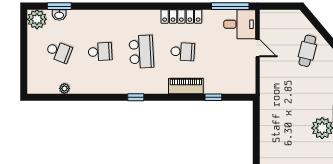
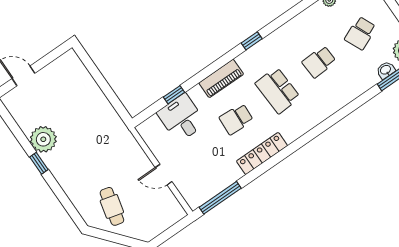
desk: (240, 24) -> (182, 118), moved, turned 90
school desk: (59, 52) -> (360, 33), turned -45
piano: (186, 86) -> (221, 78), moved

